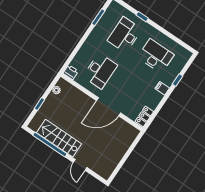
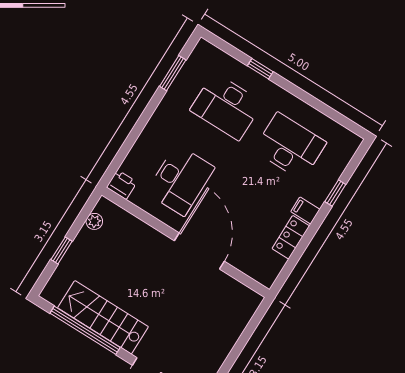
desk: (125, 35) -> (226, 106), turned -90
door: (109, 107) -> (199, 251), swing flipped
locker: (144, 116) -> (291, 237), moved

